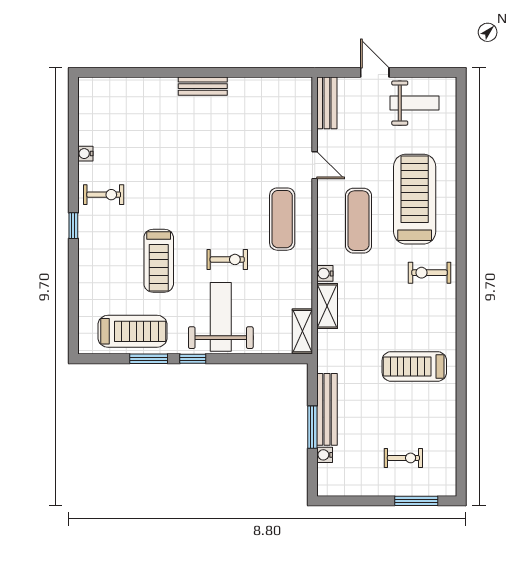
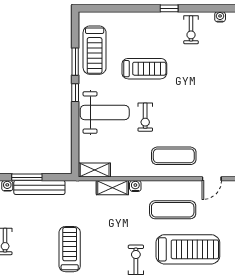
treadmill: (159, 261) -> (144, 69), turned 180

